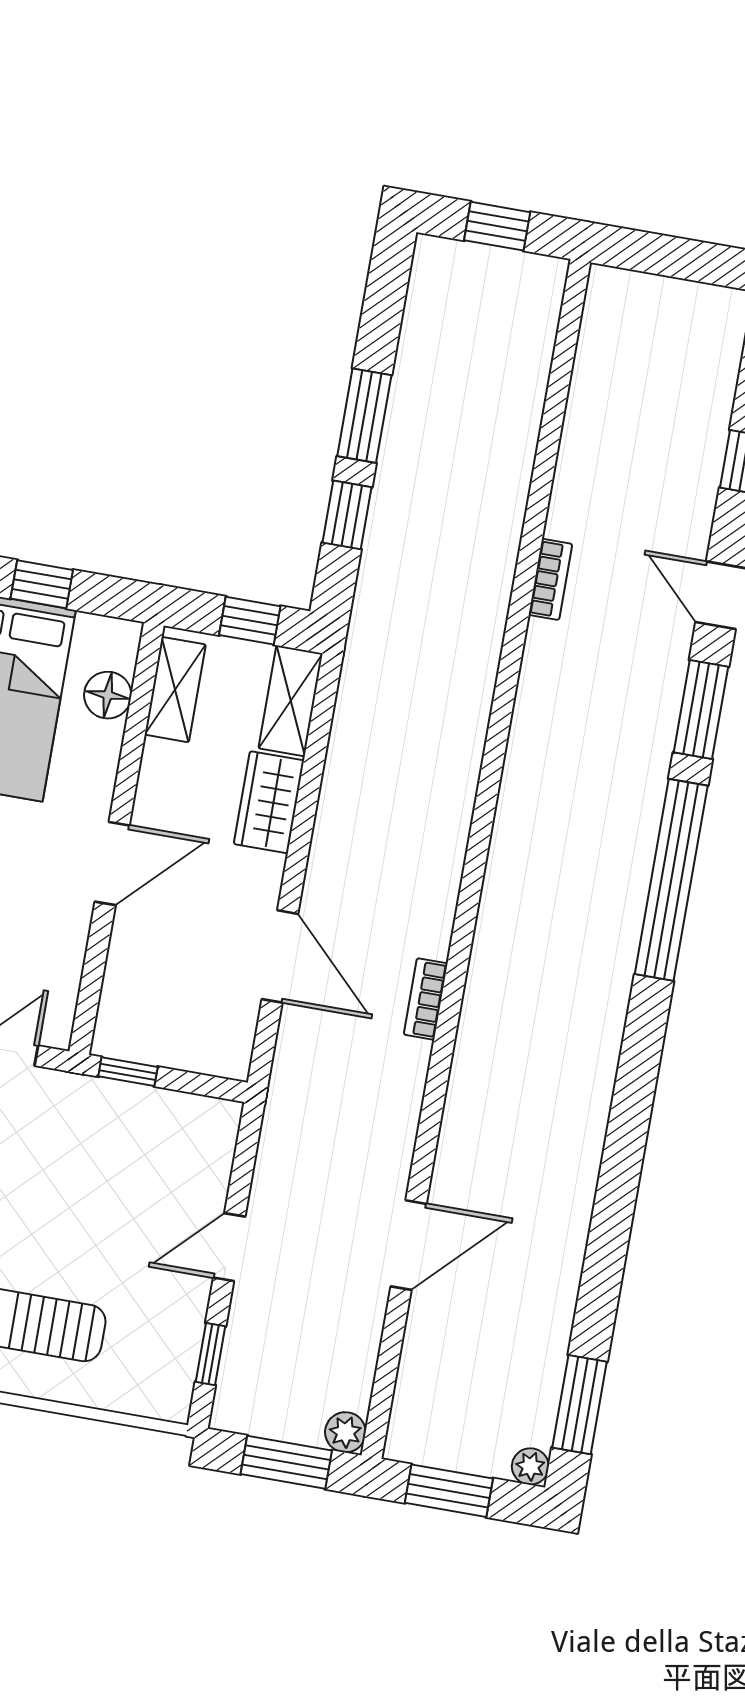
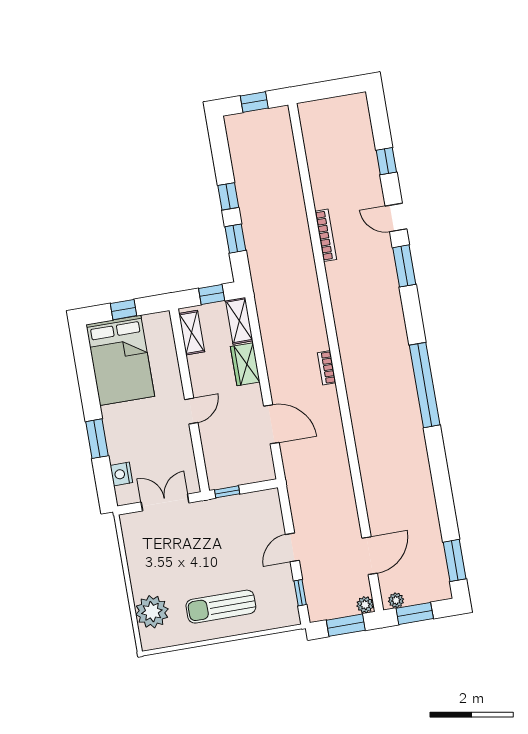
window: (364, 416) -> (228, 196), width x0.67
bookcase: (550, 579) -> (326, 235), width x1.56
floor lamp: (108, 695) -> (166, 344), removed
door: (112, 864) -> (191, 411), width x0.73
window: (671, 880) -> (425, 385), moved
bookcase: (426, 999) -> (327, 368), moved
door: (409, 1245) -> (370, 556), moved
plant: (530, 1466) -> (396, 600), moved

